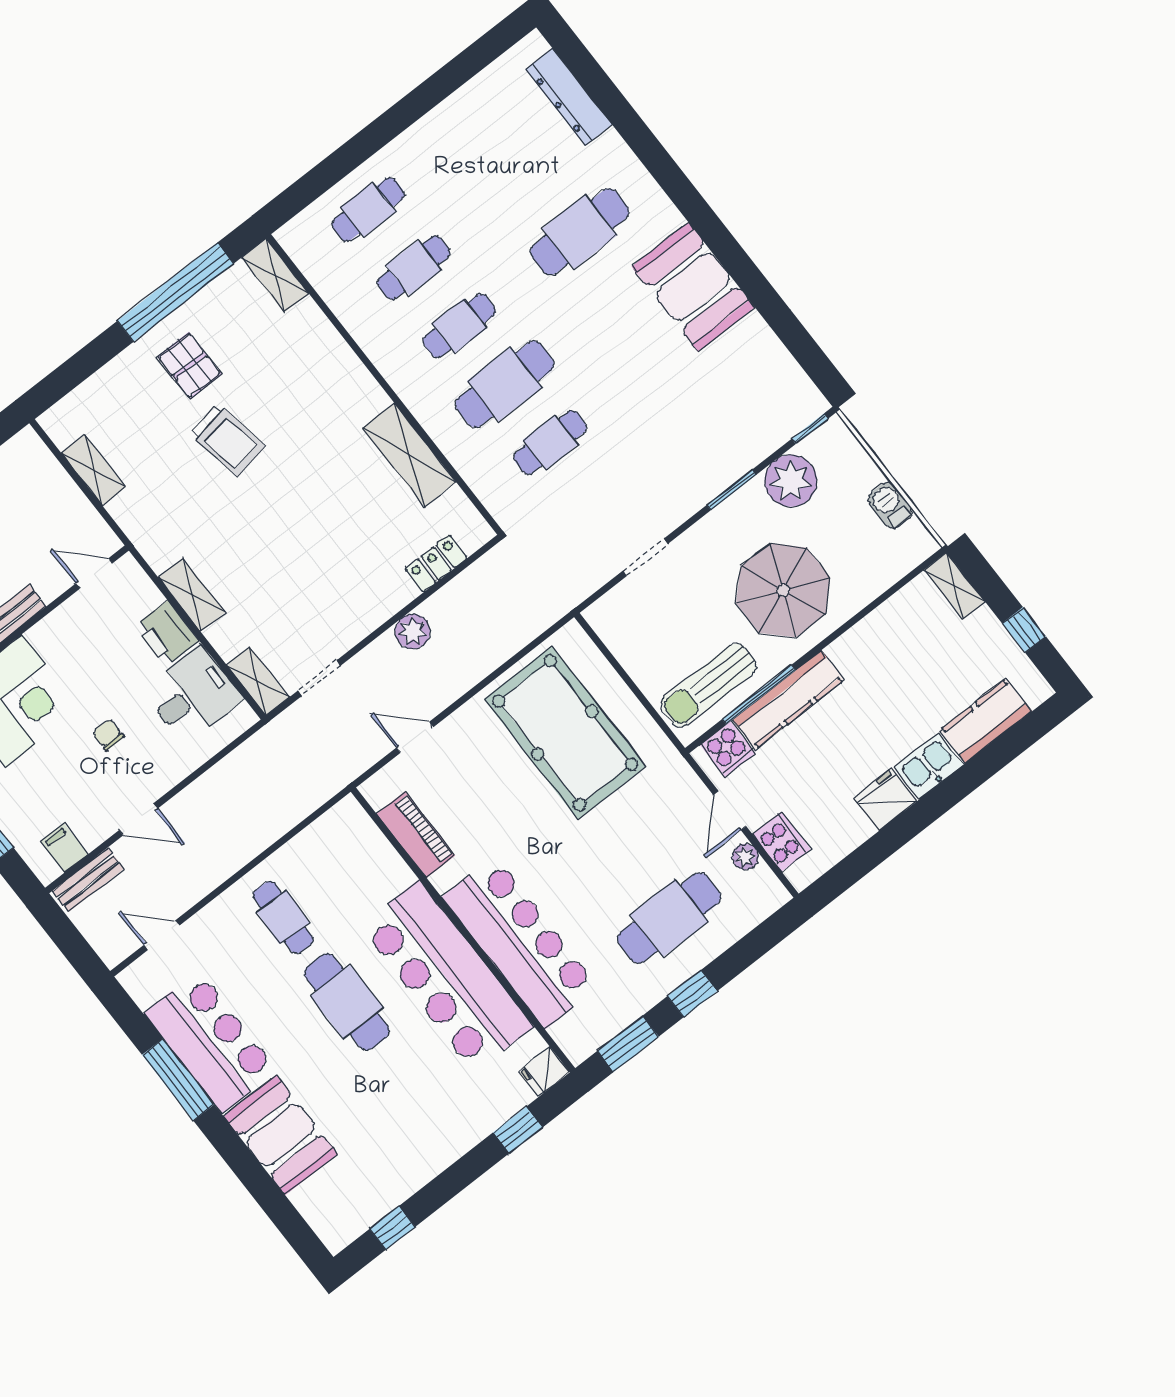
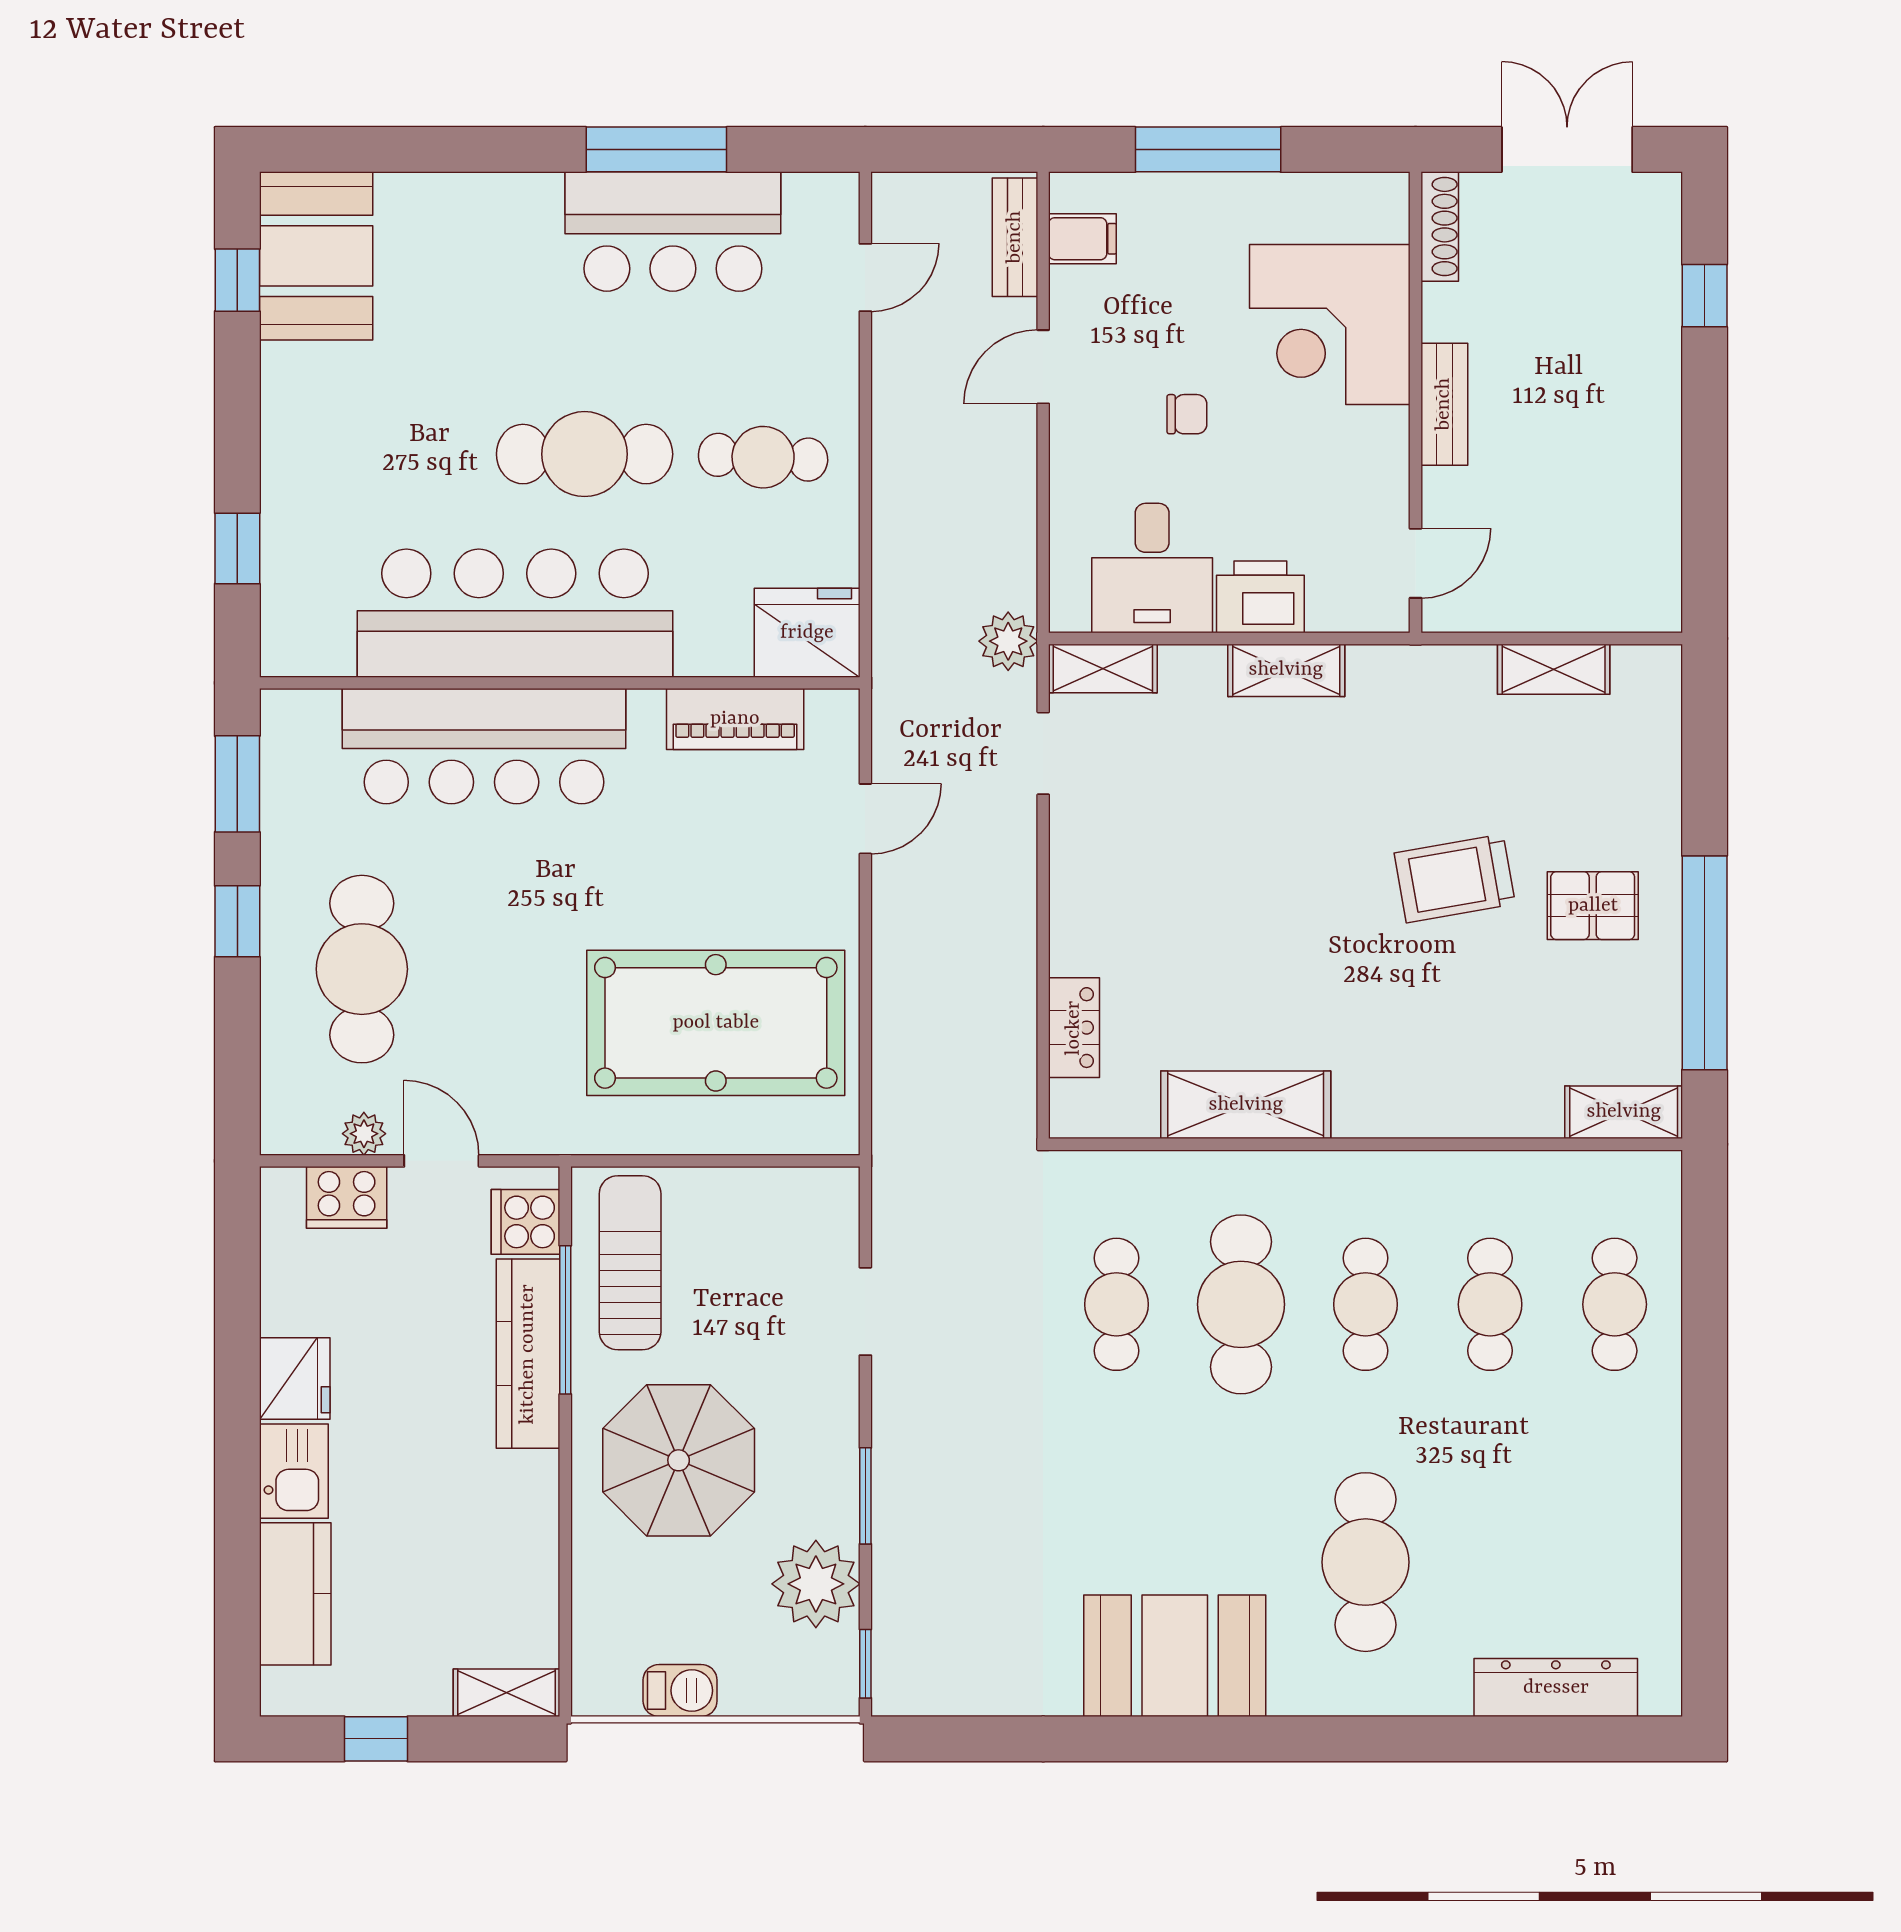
plant: (413, 631) -> (1008, 641), moved
fridge: (544, 1071) -> (807, 633), moved, width x1.88, depth x1.34
booth: (281, 1135) -> (316, 256), moved, turned 90

